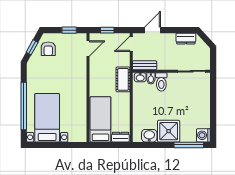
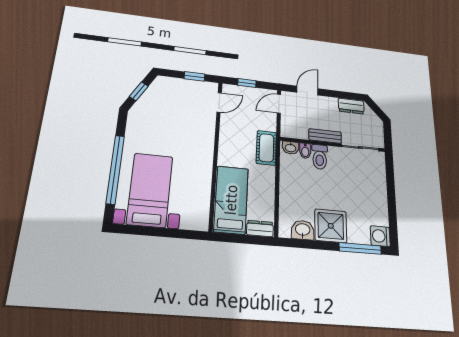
armchair: (48, 49) -> (162, 96), removed
bench: (145, 65) -> (325, 136), moved

